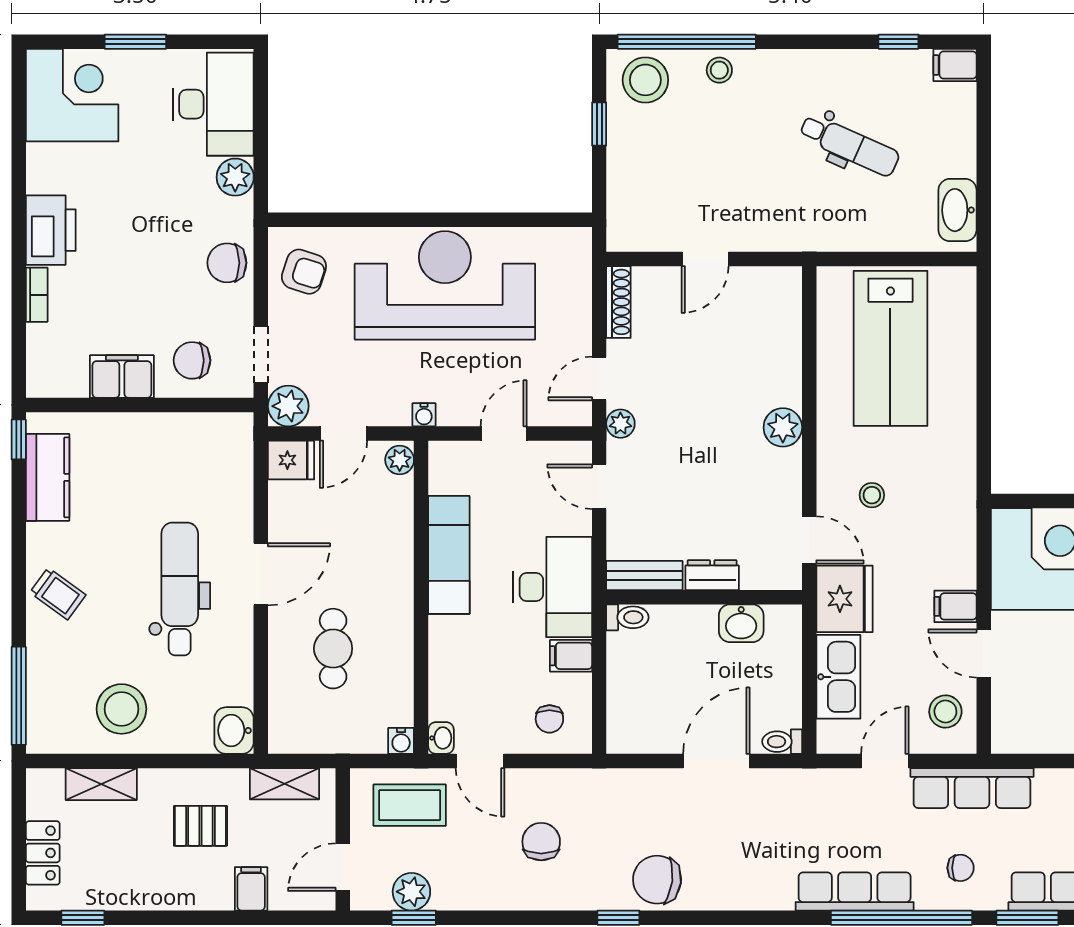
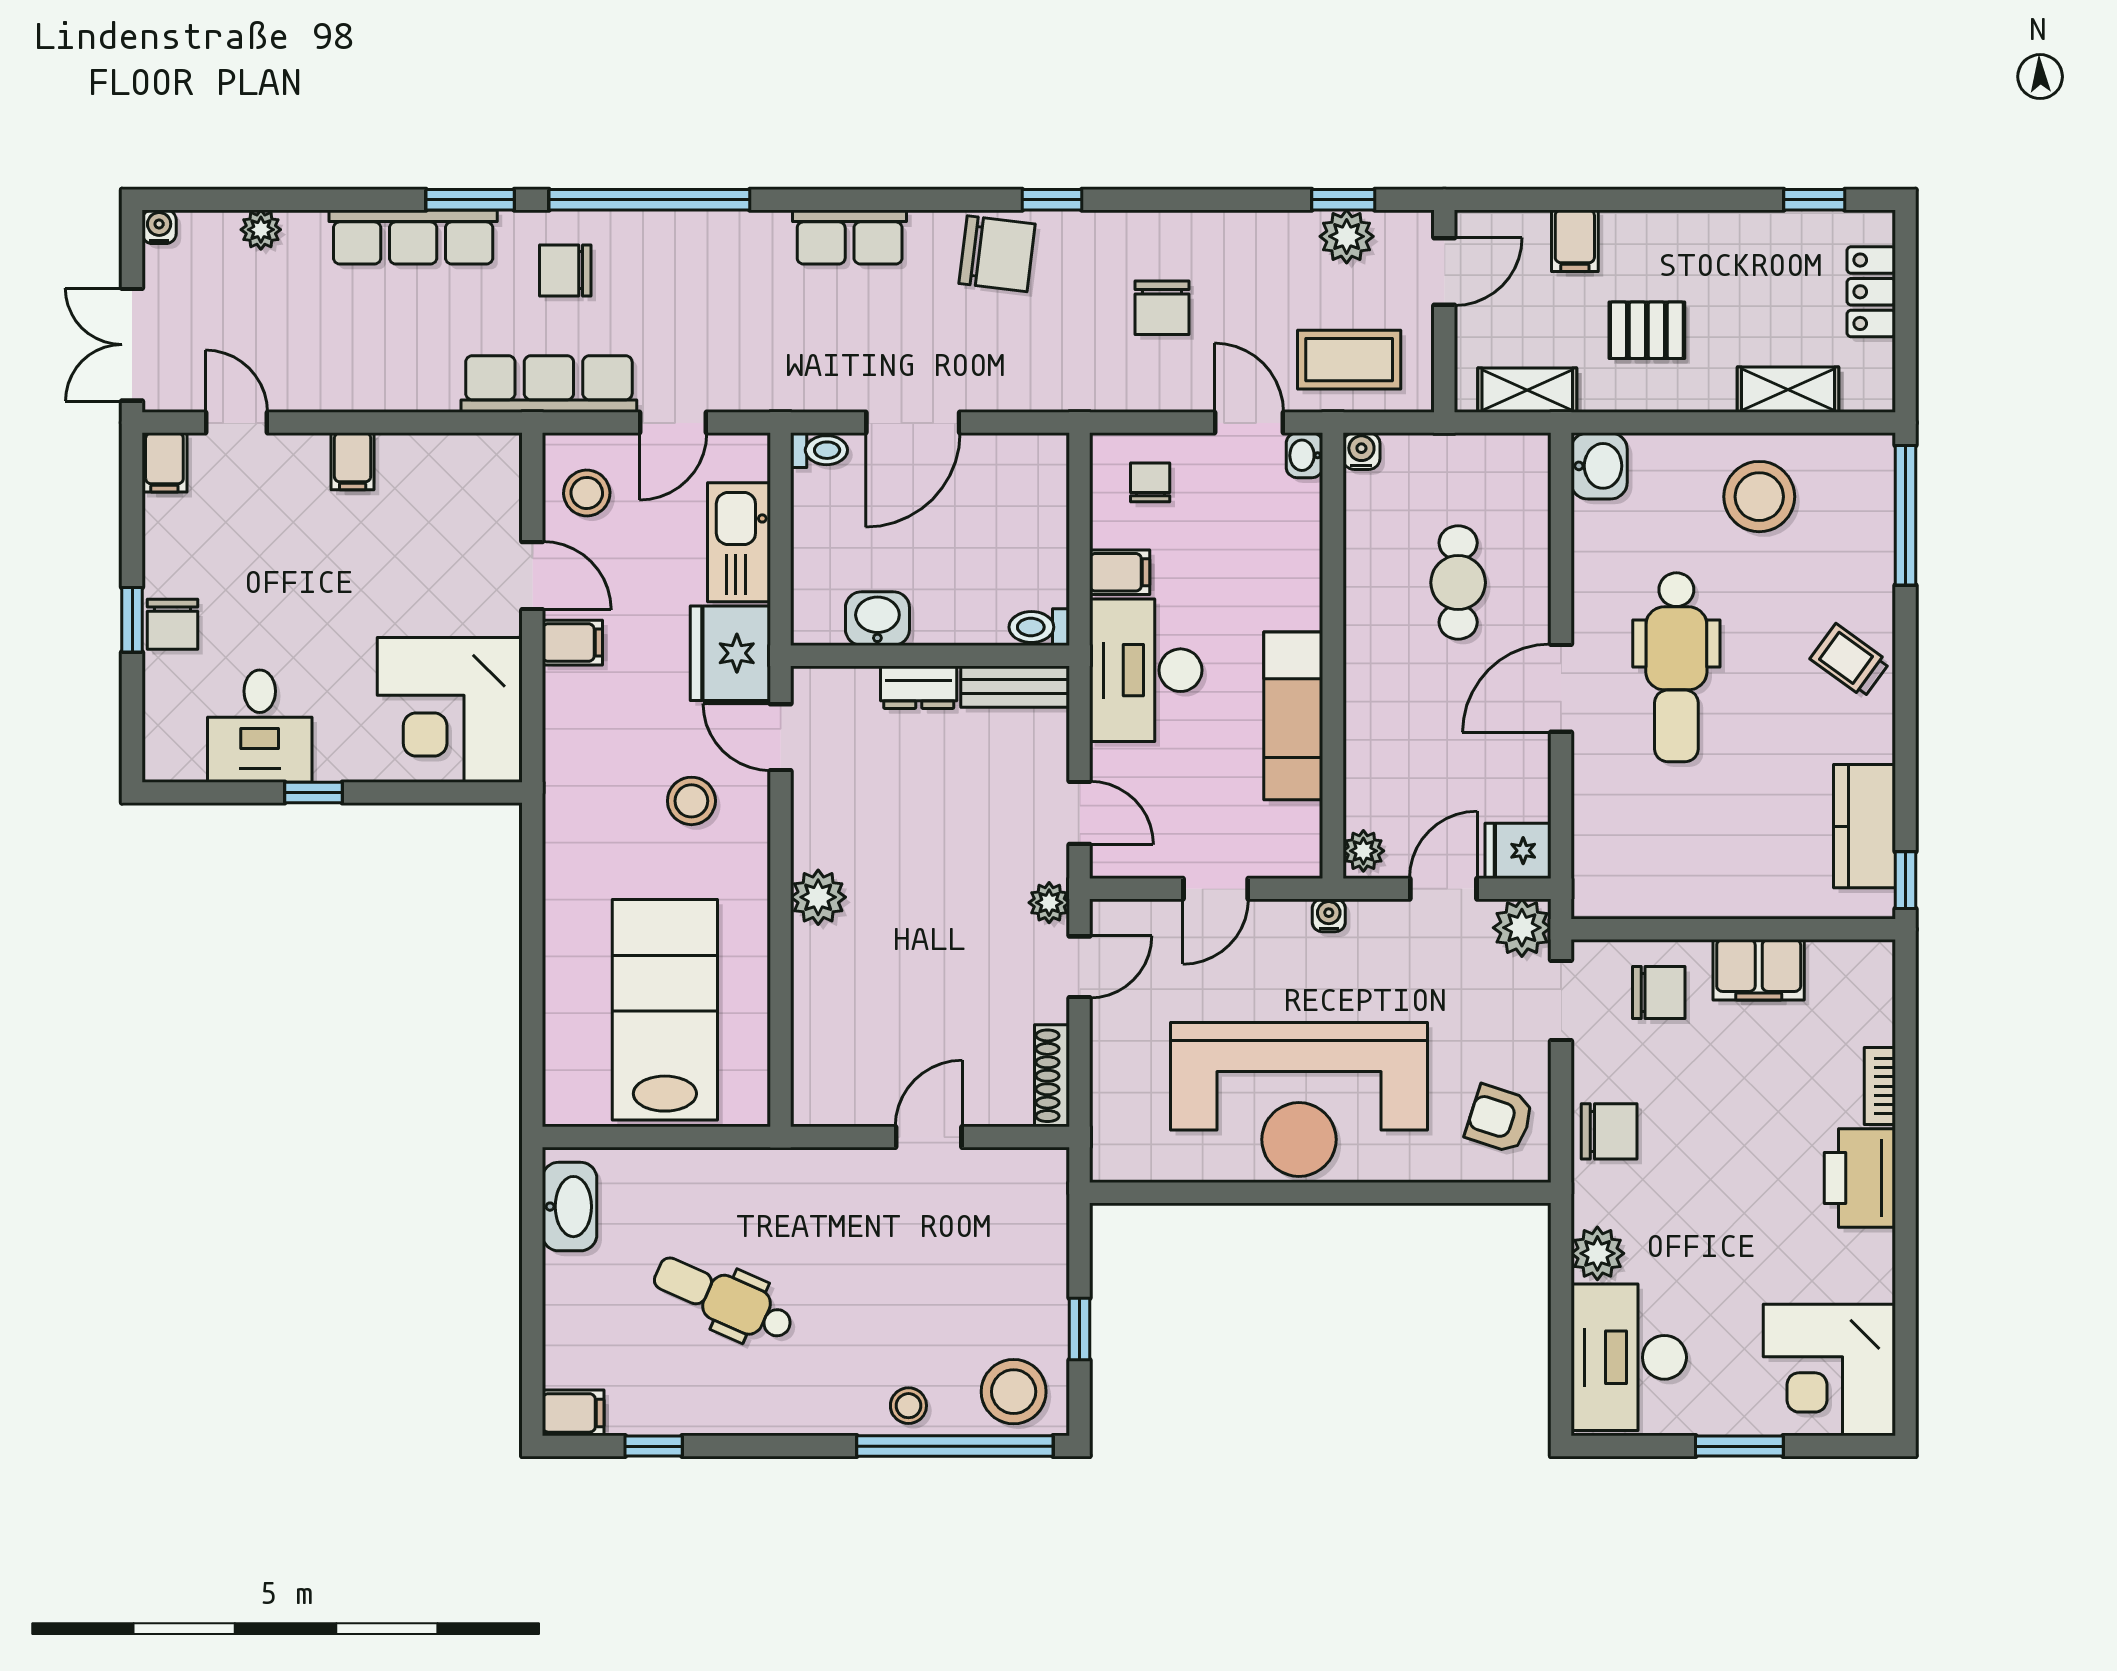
stool: (872, 495) -> (691, 801), width x1.37, depth x1.37
chair: (961, 868) -> (565, 270), width x1.37, depth x1.37
row of seats: (855, 891) -> (850, 237), moved, width x0.68

